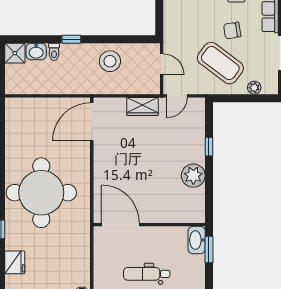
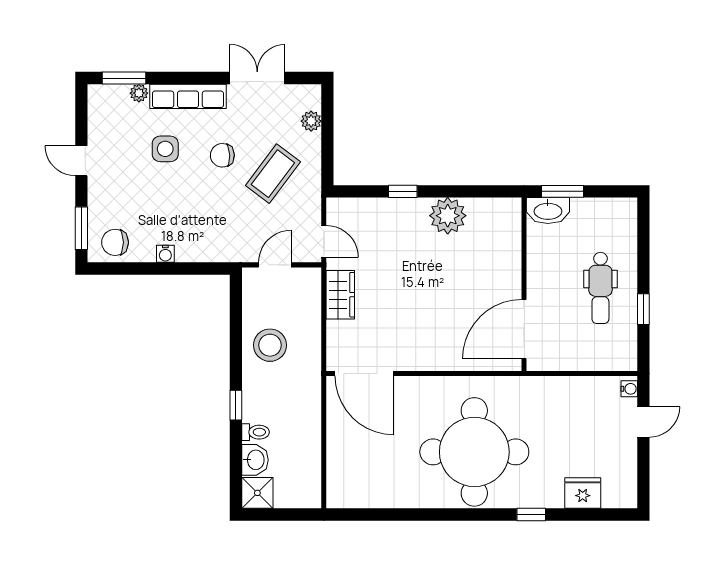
chair: (232, 31) -> (222, 155), turned 97
coffee table: (220, 63) -> (273, 174), width x0.73, depth x0.76

